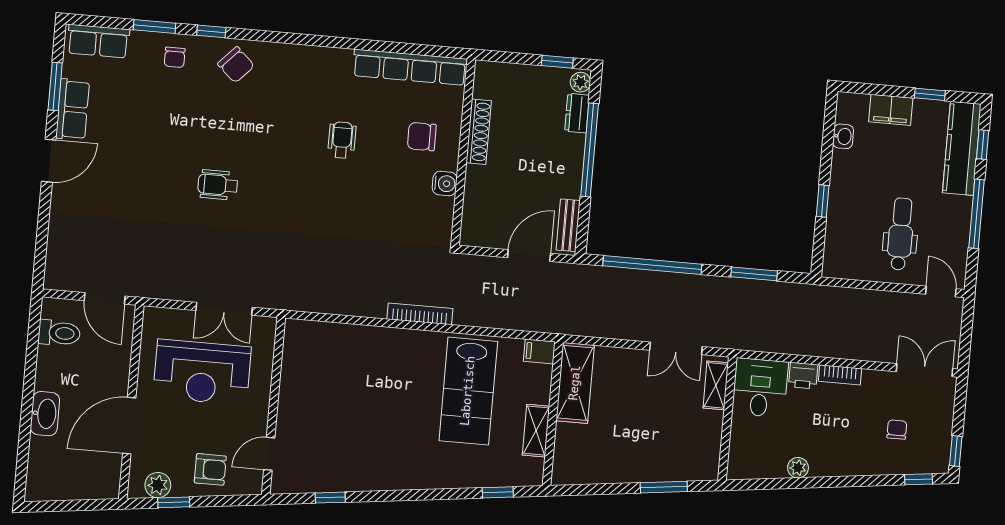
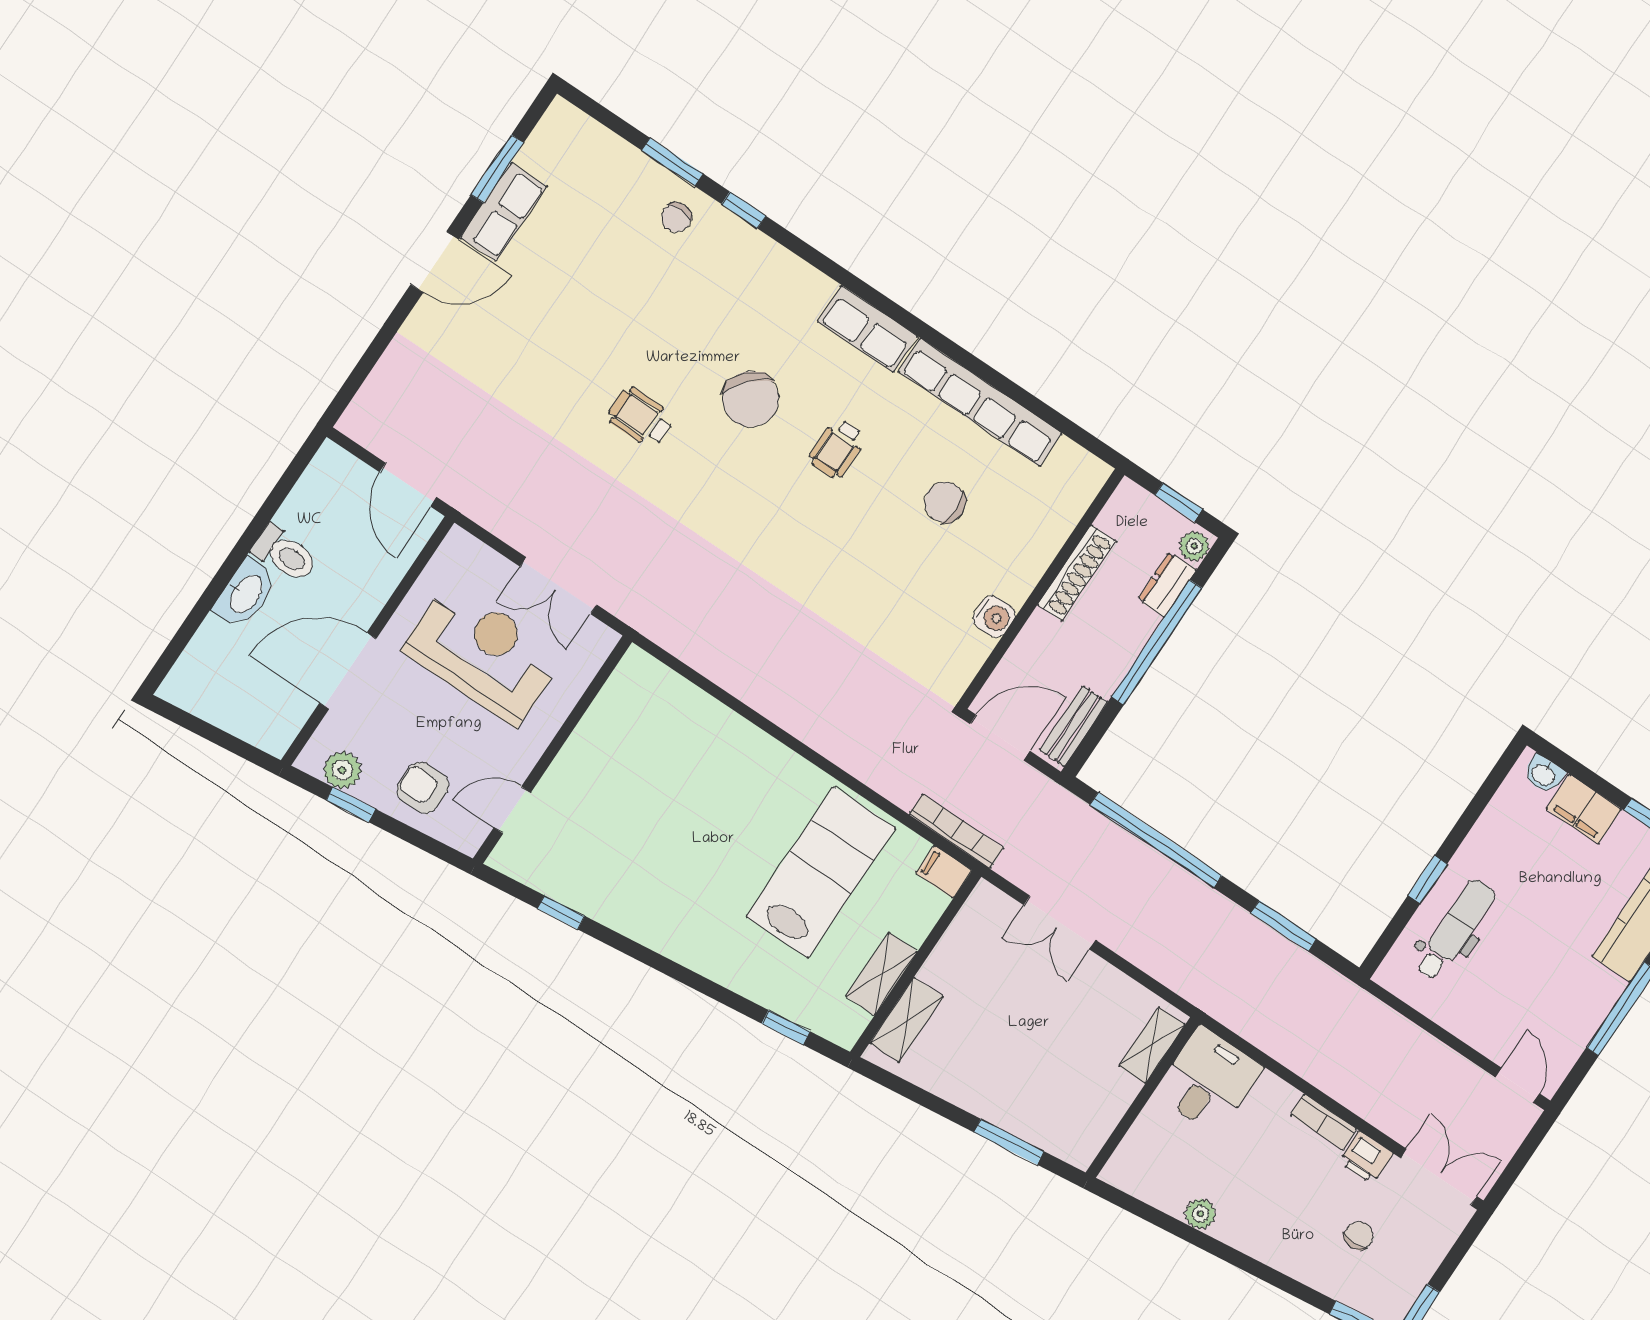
row of seats: (98, 41) -> (867, 329), moved
chair: (236, 65) -> (751, 399), moved, width x1.37, depth x1.37
shoe rack: (479, 132) -> (1077, 573), moved
washbasin: (843, 136) -> (1544, 774), moved, turned 90
wheelchair: (342, 140) -> (837, 449), turned 180
wall: (463, 152) -> (1041, 589), moved
water cooler: (445, 183) -> (994, 617), moved
dental chair: (901, 234) -> (1455, 930), moved
bookcase: (420, 314) -> (956, 831), moved
toilet: (59, 333) -> (285, 554), moved
double door: (676, 348) -> (1060, 922), moved
reception desk: (202, 372) -> (483, 653), turned 180
printer: (803, 376) -> (1366, 1158), moved
shelving: (575, 383) -> (907, 1020), moved, width x0.67, depth x0.75
lab bench: (468, 391) -> (821, 872), turned 180
armchair: (210, 469) -> (423, 788), turned 180

